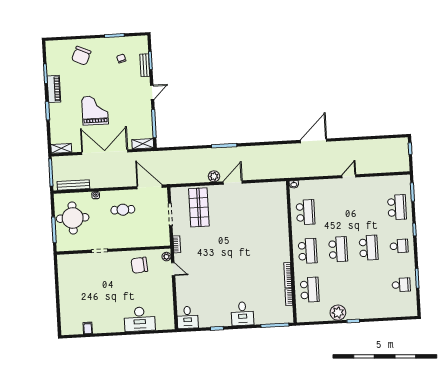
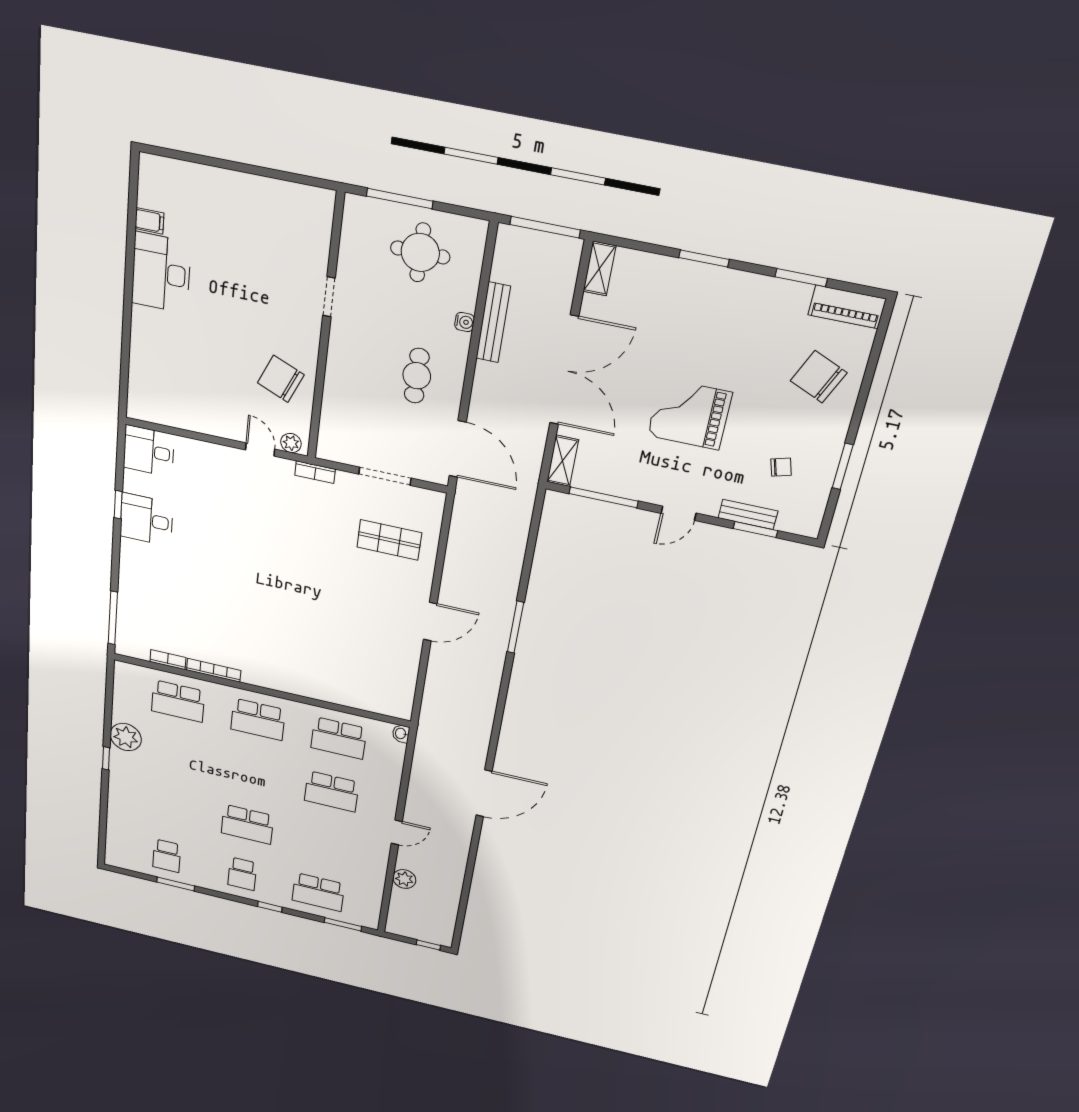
piano: (54, 89) -> (847, 307), moved
door: (152, 92) -> (679, 513), hinge flipped
grand piano: (95, 110) -> (690, 414), moved, turned 180
door: (314, 141) -> (484, 793), hinge flipped
plant: (214, 176) -> (404, 879), moved
door: (349, 176) -> (397, 832), hinge flipped
door: (233, 182) -> (430, 622), hinge flipped
bench: (73, 185) -> (493, 322), moved
door: (150, 187) -> (458, 449), hinge flipped
shop shelf: (199, 207) -> (389, 540), width x0.70, depth x0.74
round table: (73, 218) -> (420, 252), width x0.73, depth x0.73
school desk: (338, 249) -> (332, 791), moved
chair: (139, 265) -> (281, 379), turned -62
door: (173, 269) -> (260, 449), swing flipped
desk: (242, 314) -> (147, 520), moved
desk: (140, 319) -> (161, 273), moved

